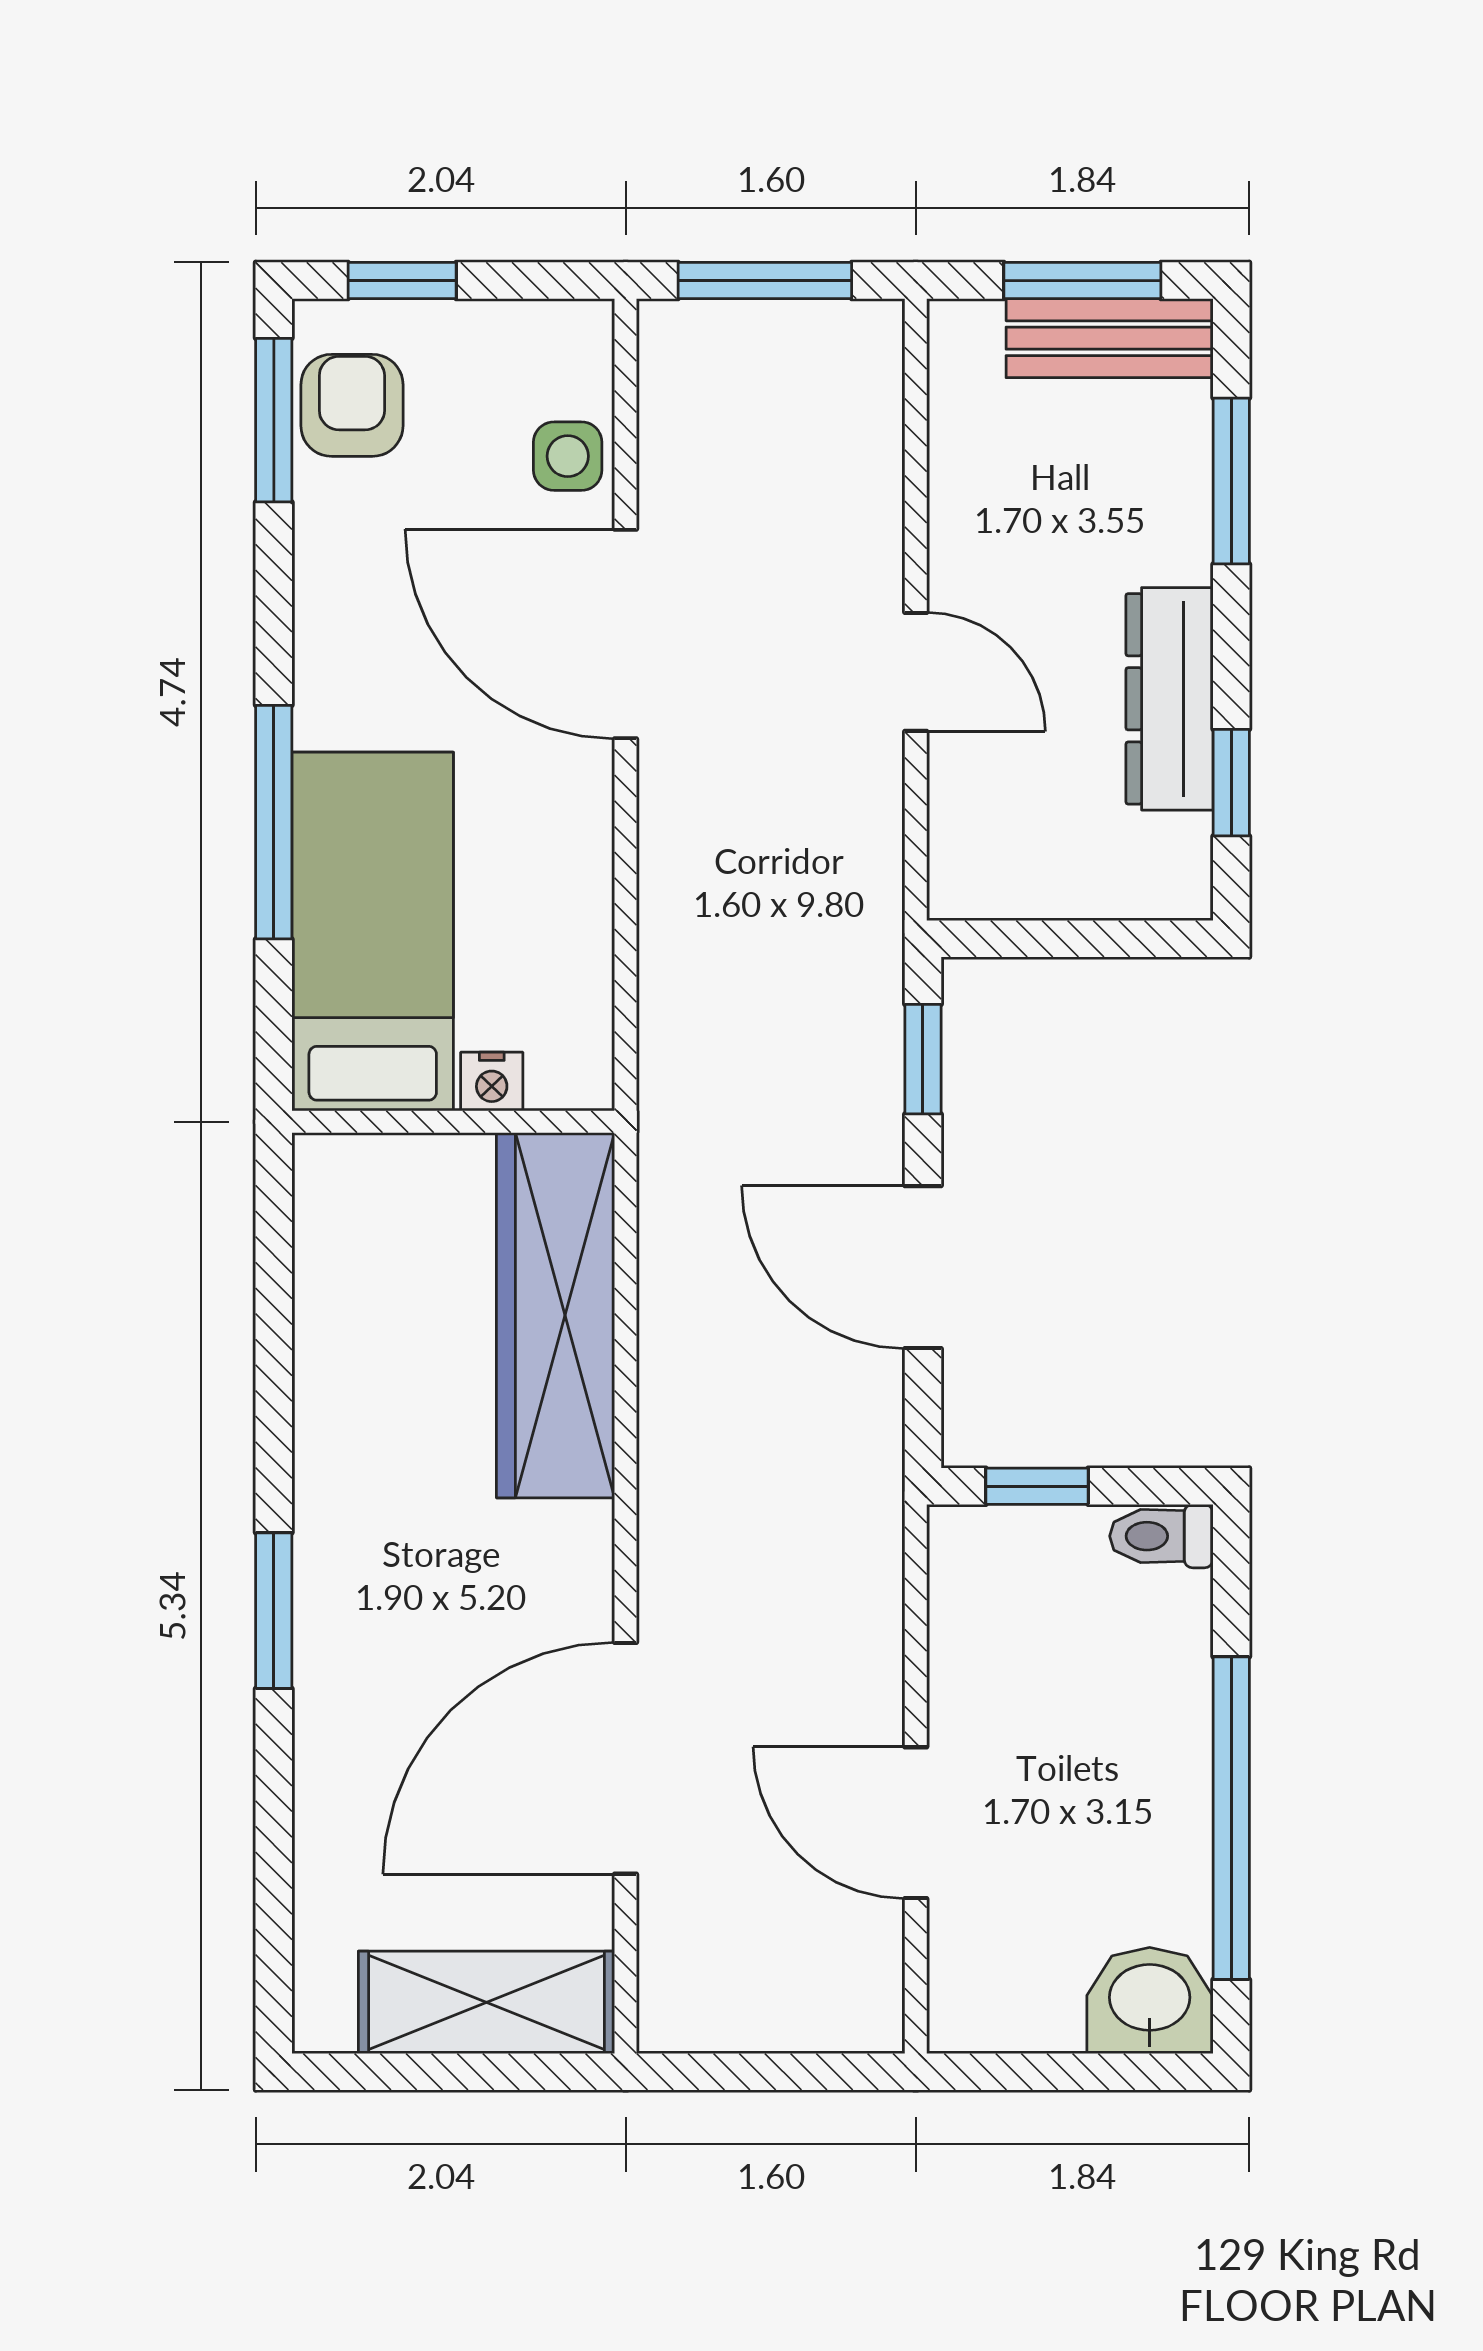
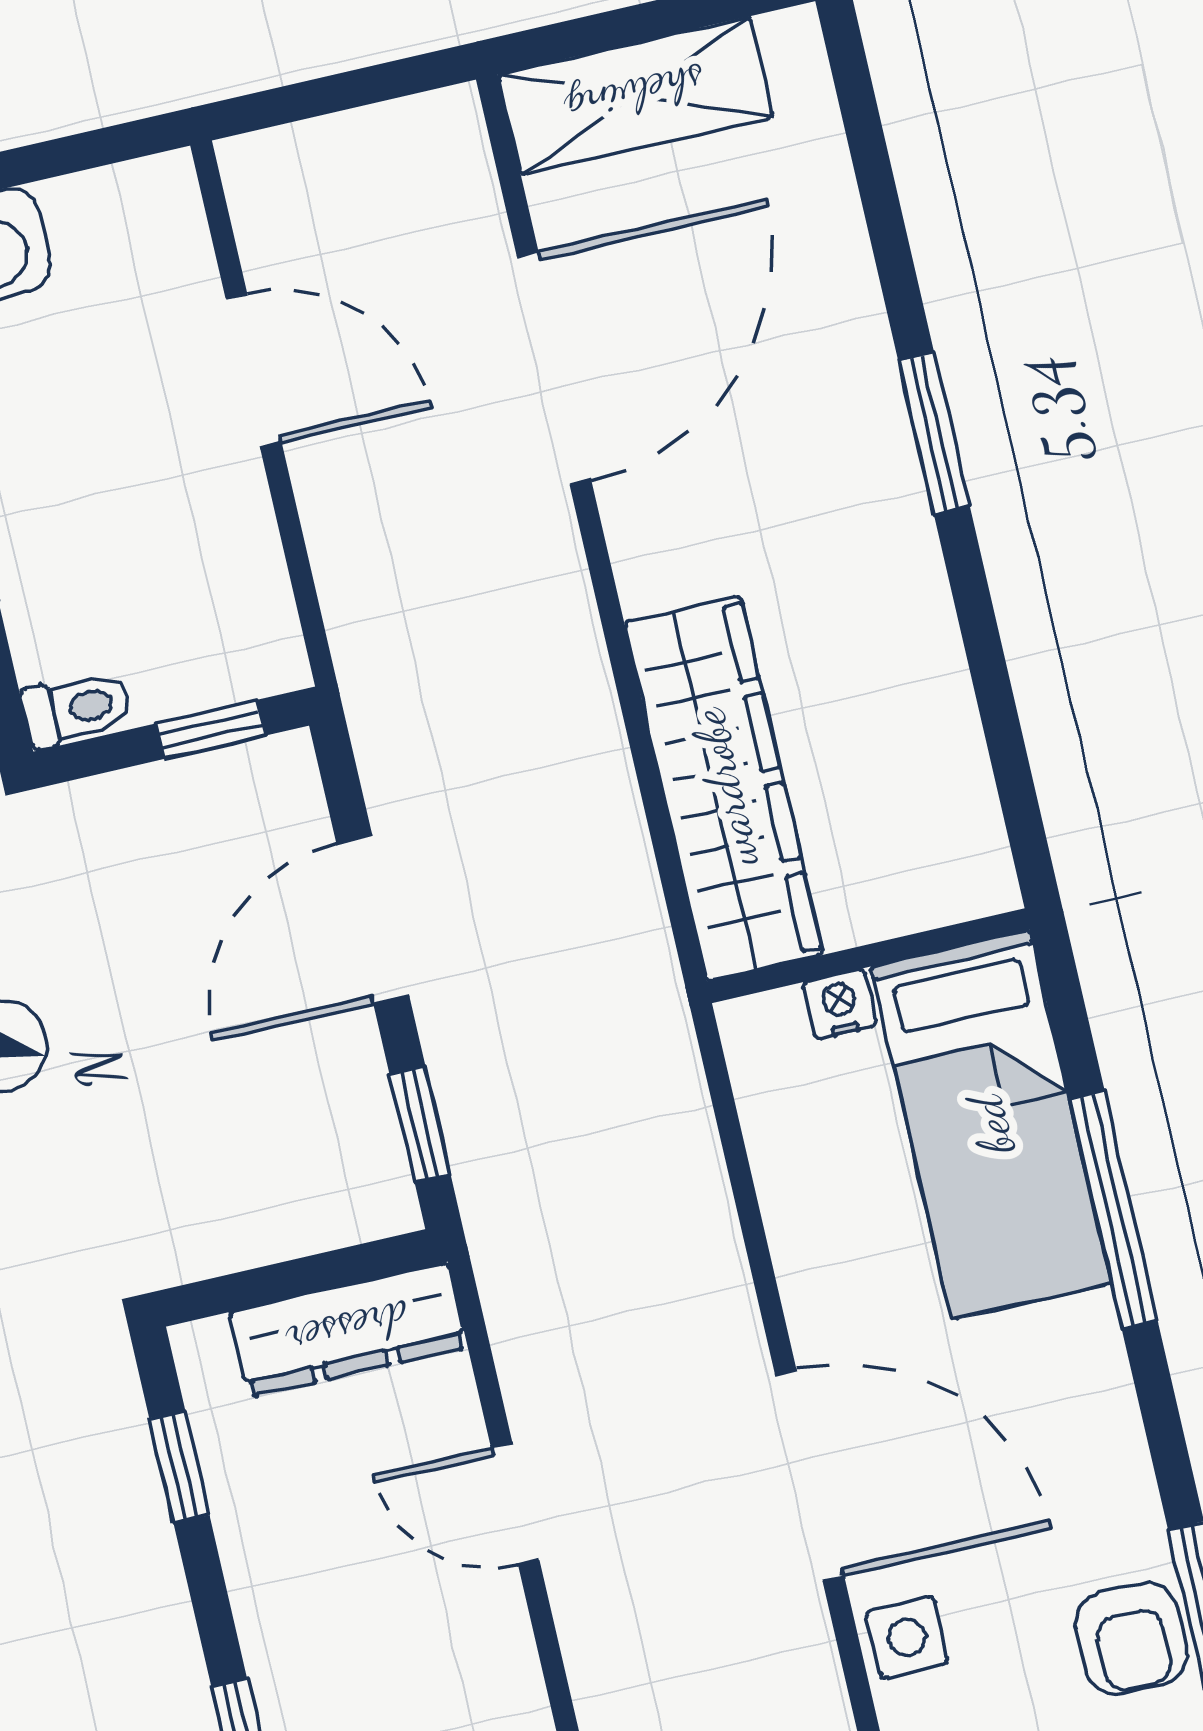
dresser: (1169, 699) -> (348, 1330), moved, turned 90
door: (923, 1267) -> (373, 919), swing flipped

